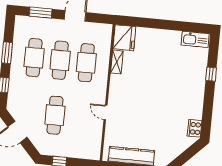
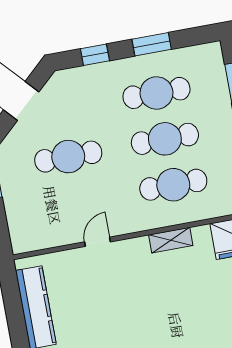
shelving: (117, 62) -> (171, 240), moved

